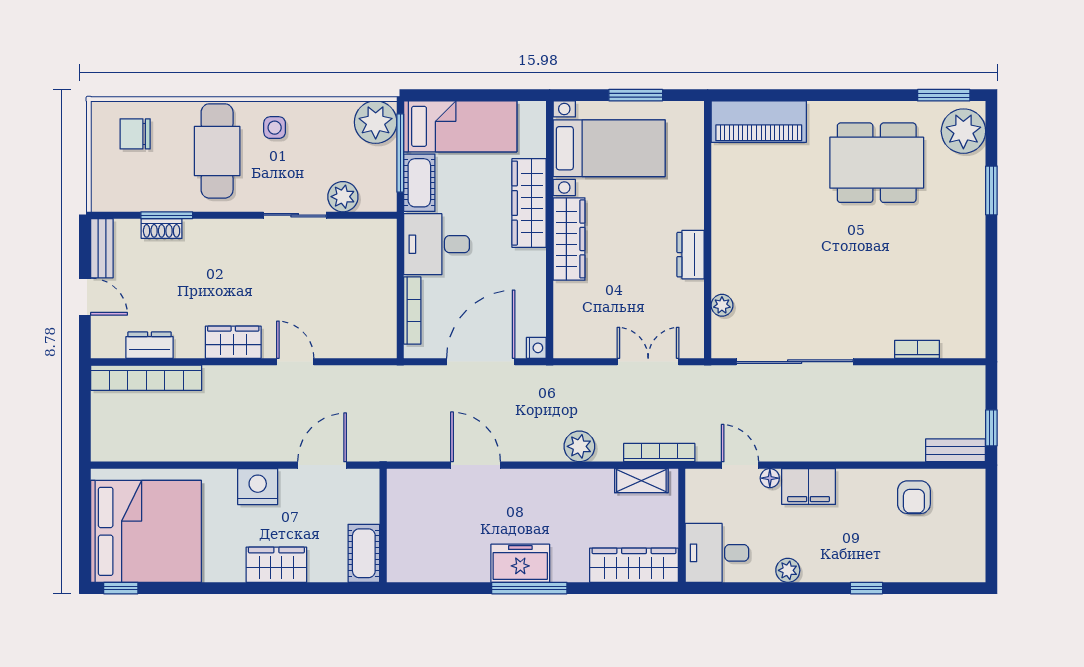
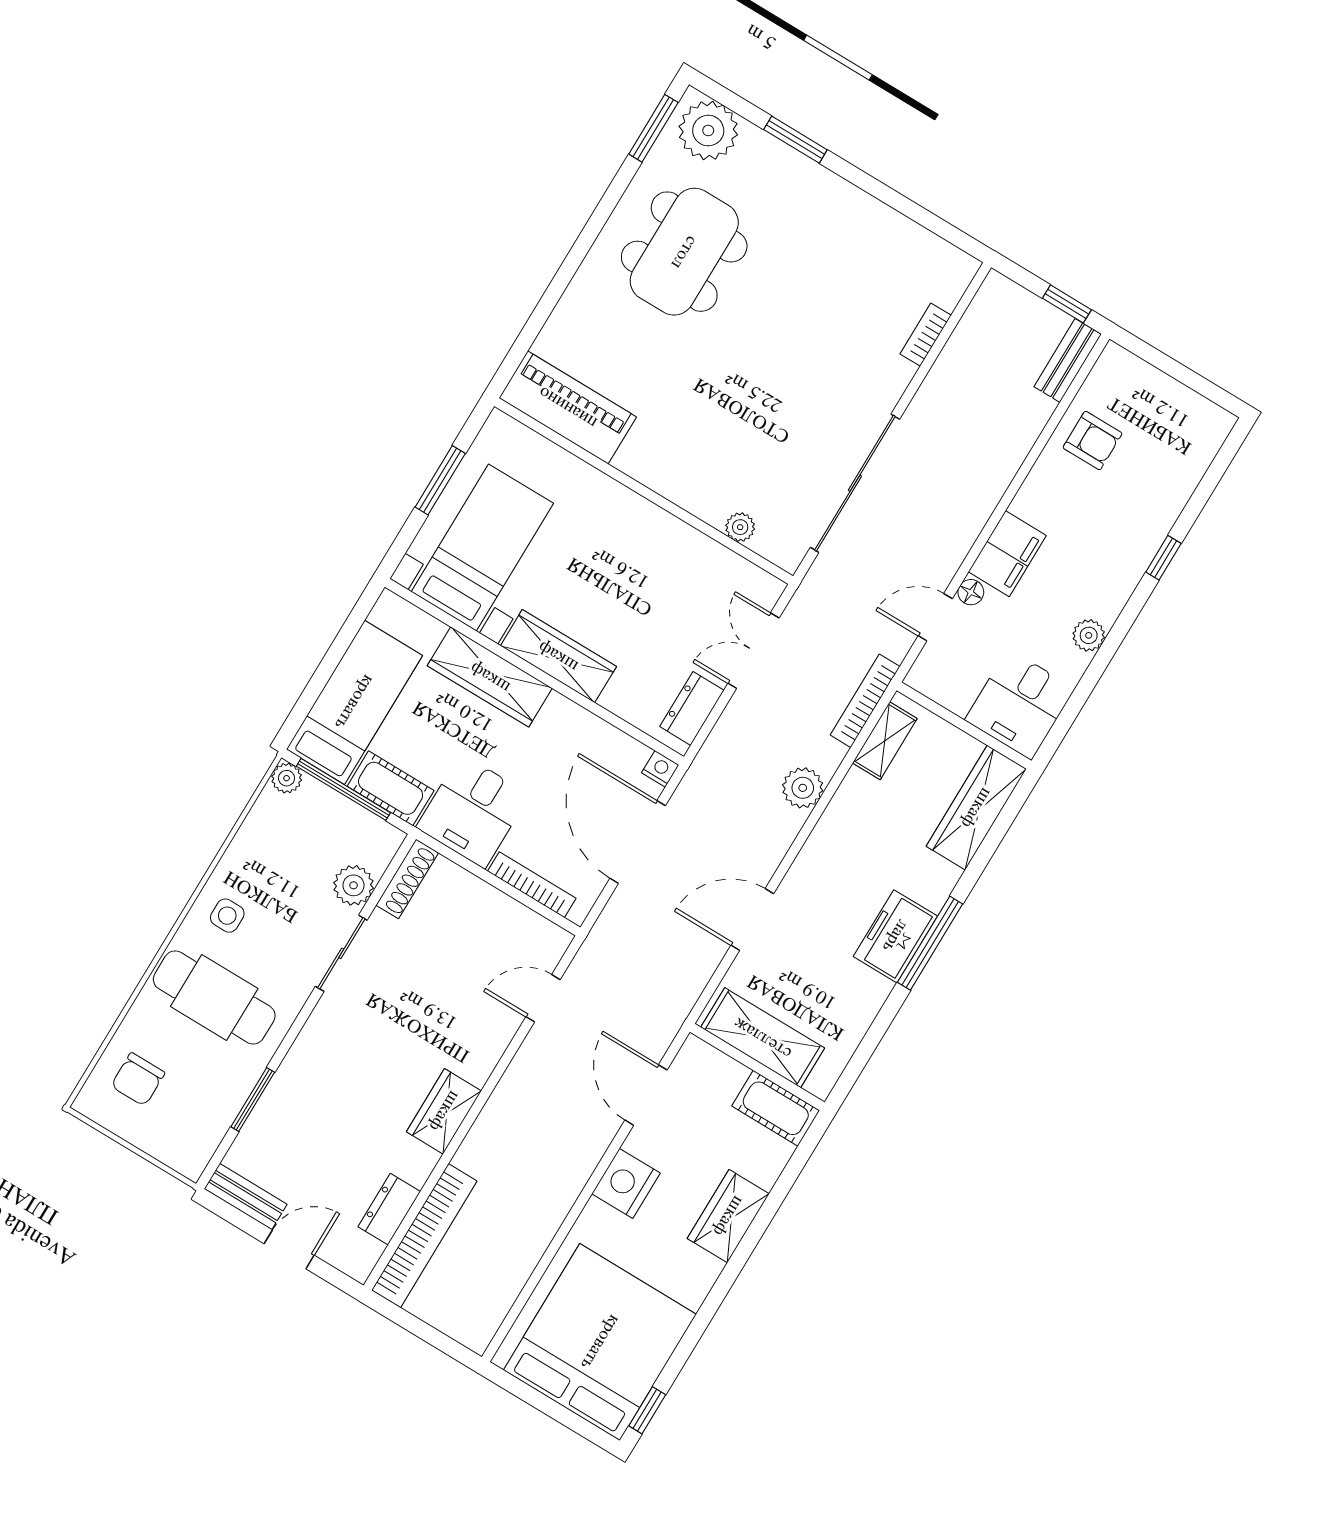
plant: (376, 122) -> (287, 778), width x0.53, depth x0.53
piano: (759, 122) -> (568, 407), moved, turned -90
shoe rack: (162, 229) -> (407, 879), moved, width x1.43
dresser: (691, 255) -> (692, 708), moved, turned 90
door: (295, 362) -> (543, 998), moved
shelving: (404, 518) -> (763, 1038), added

